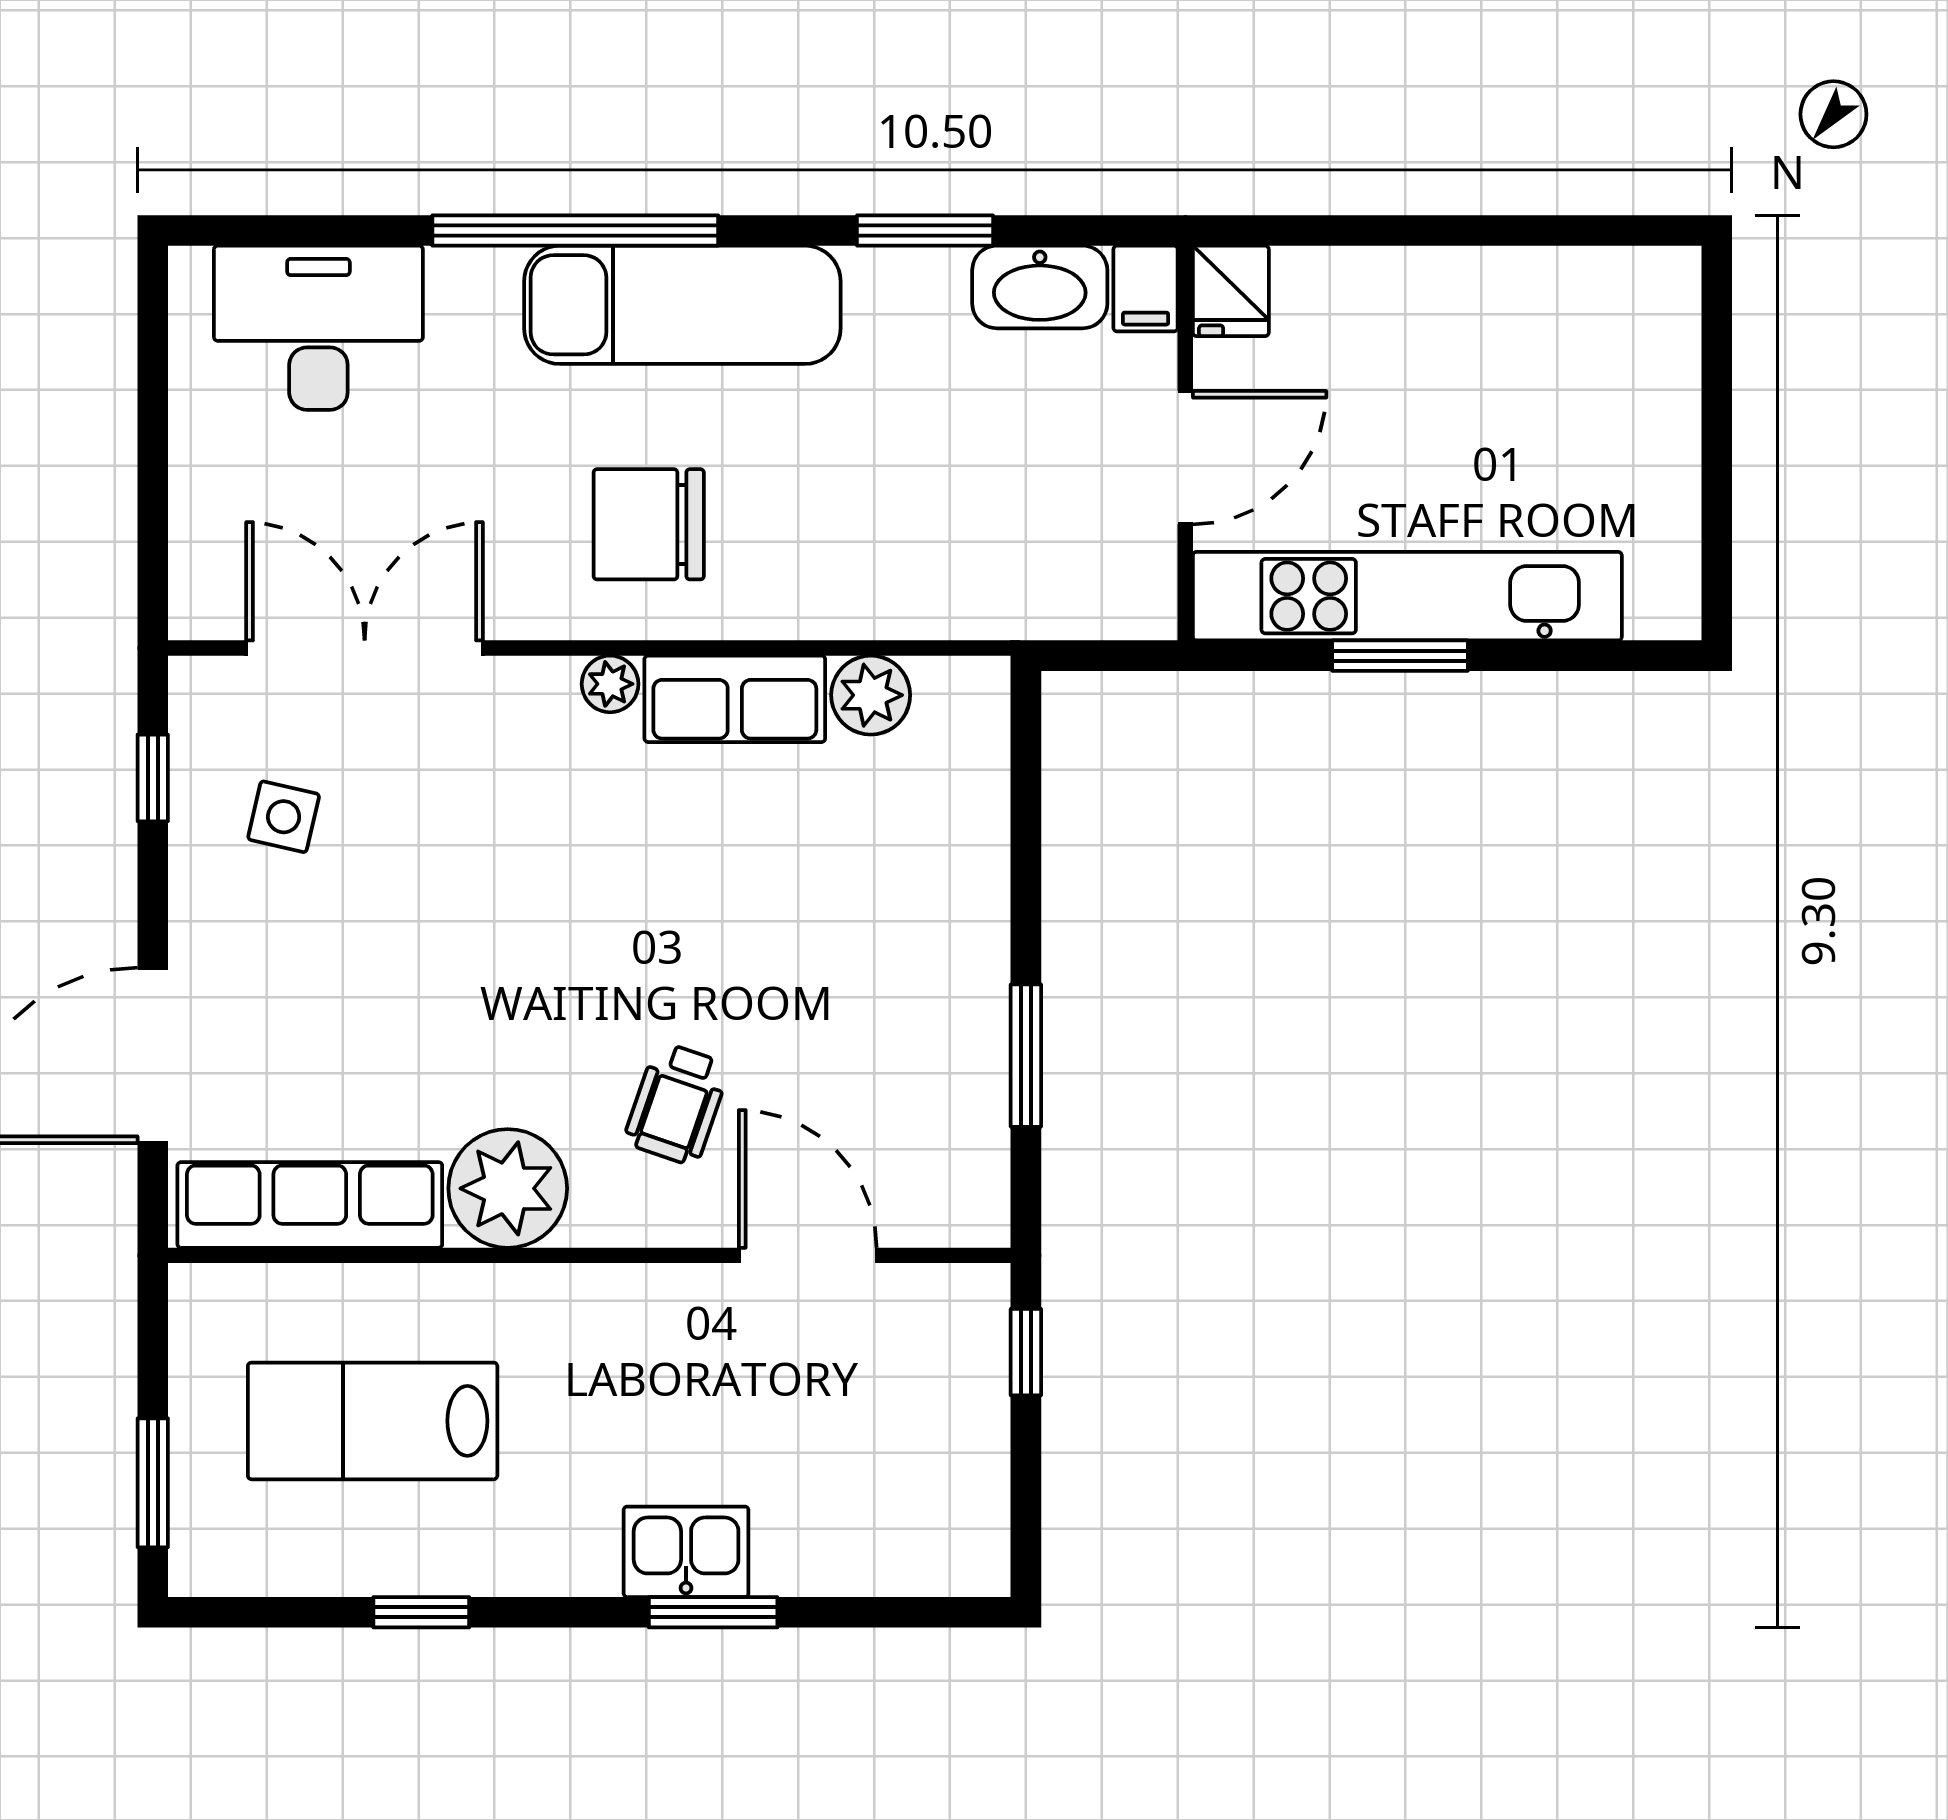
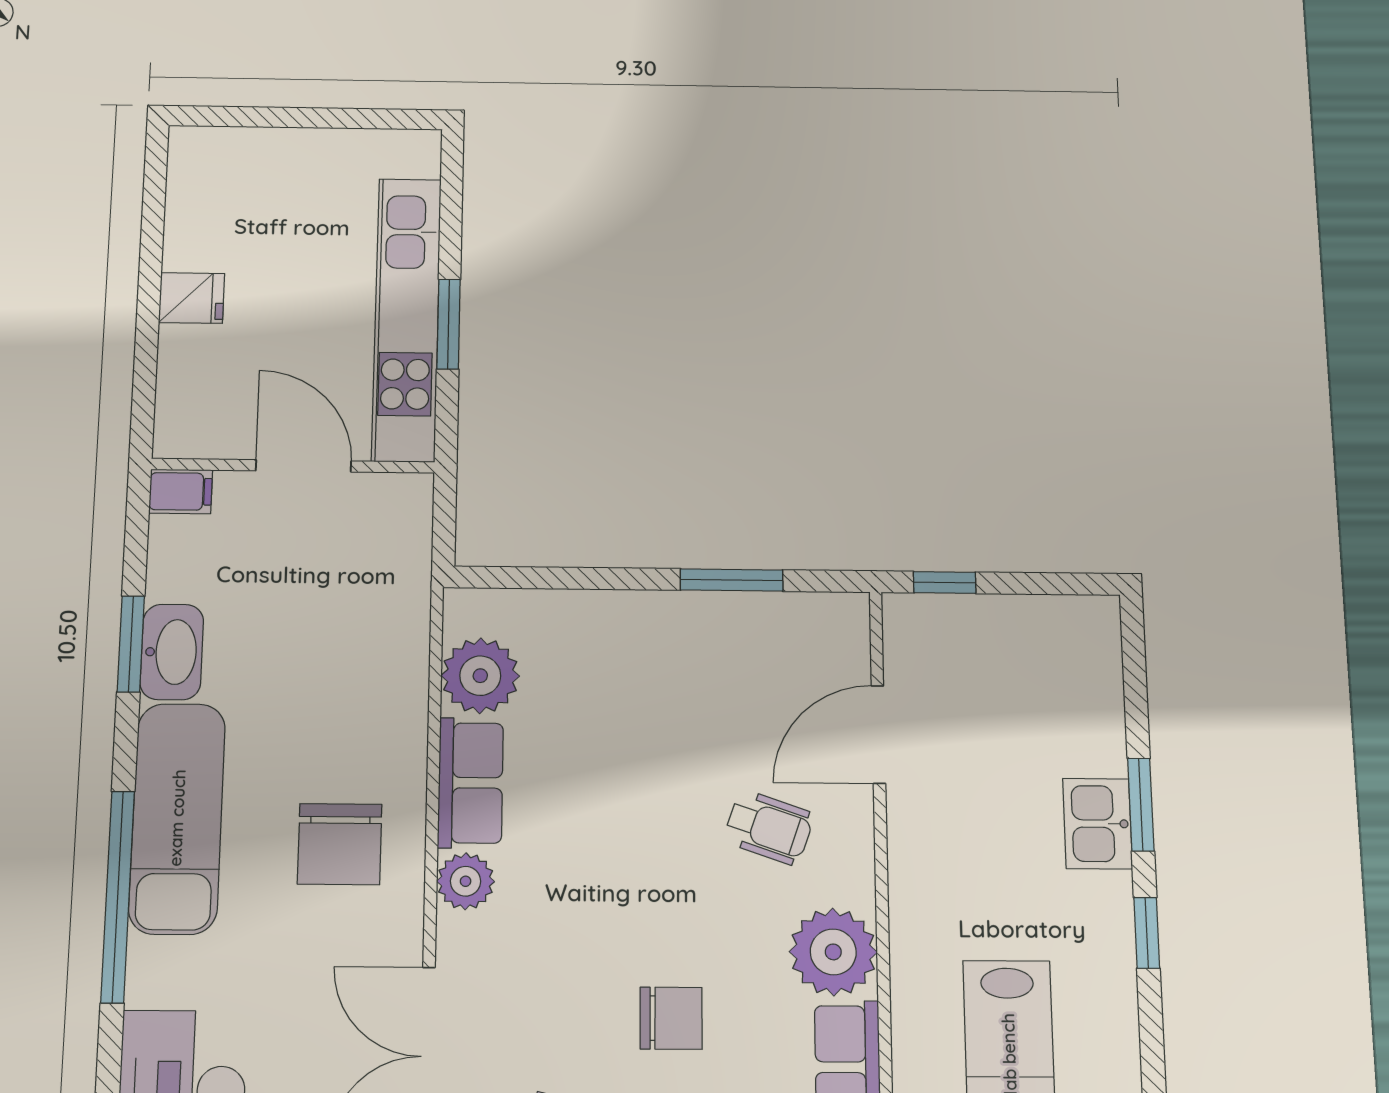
washbasin: (1040, 287) -> (172, 652), moved
fridge: (1231, 291) -> (192, 298), moved
plant: (610, 684) -> (466, 881), width x1.38, depth x1.38
plant: (871, 695) -> (480, 676), width x1.36, depth x1.36
chair: (417, 971) -> (671, 1018), added
window: (421, 1612) -> (1147, 933), moved

